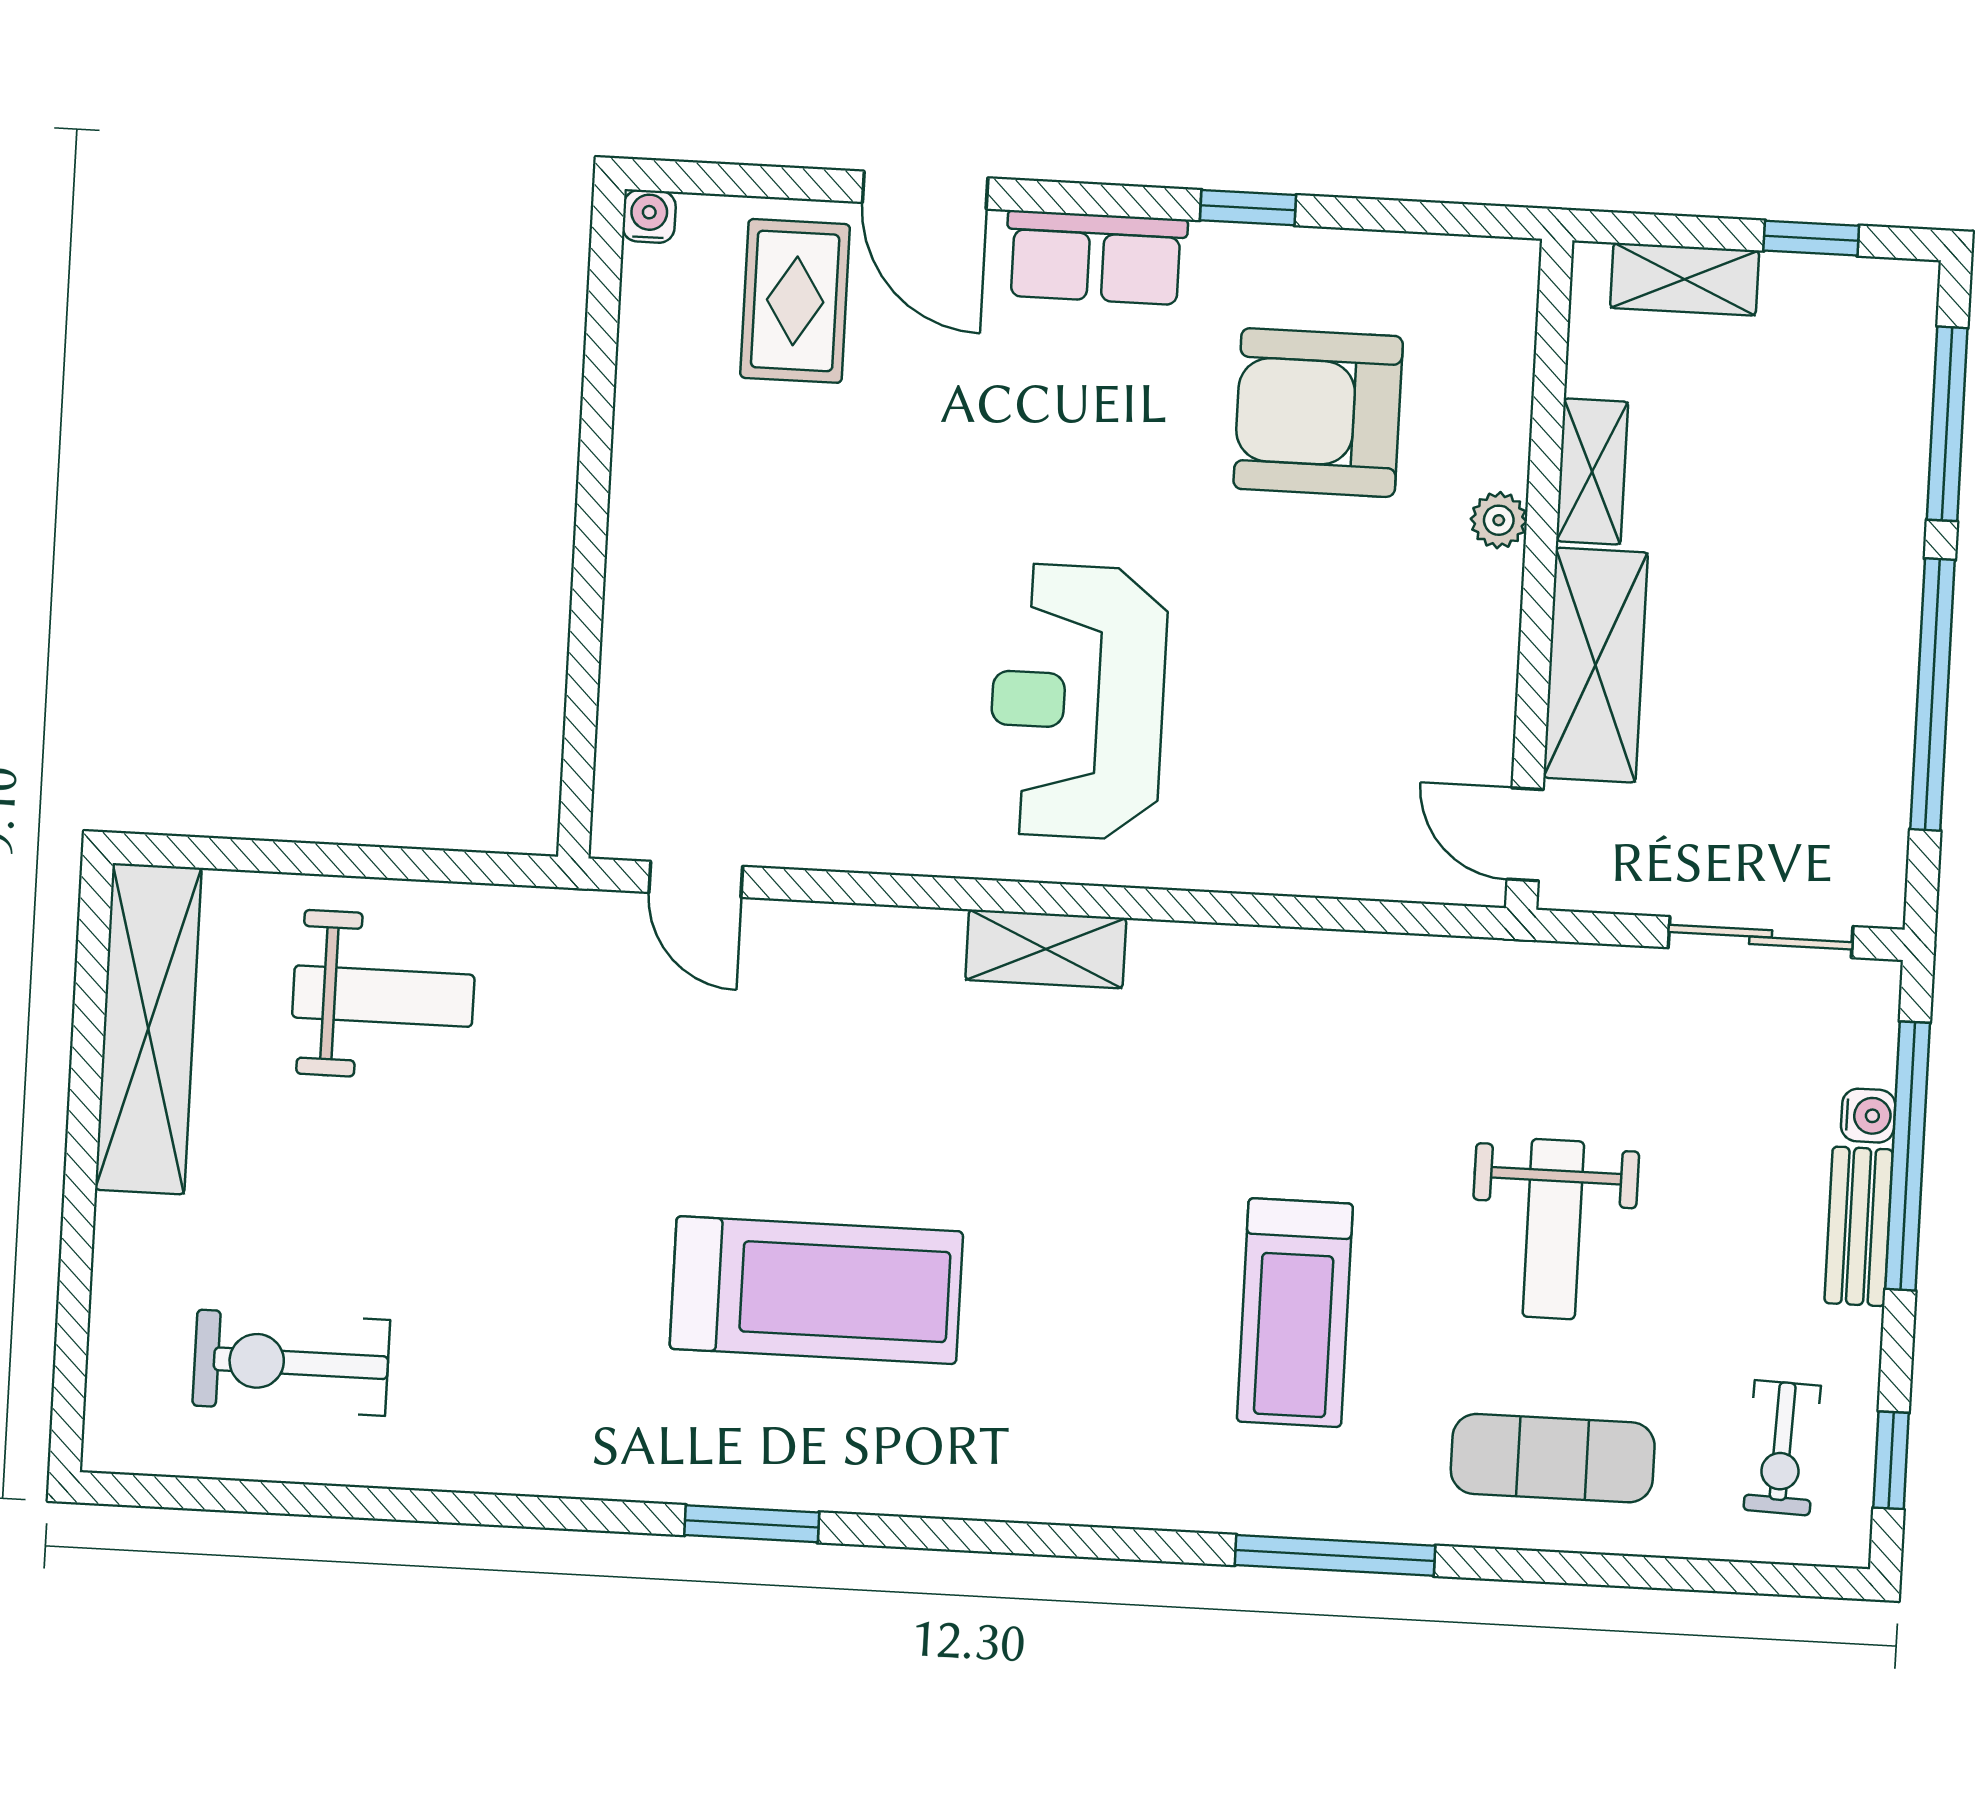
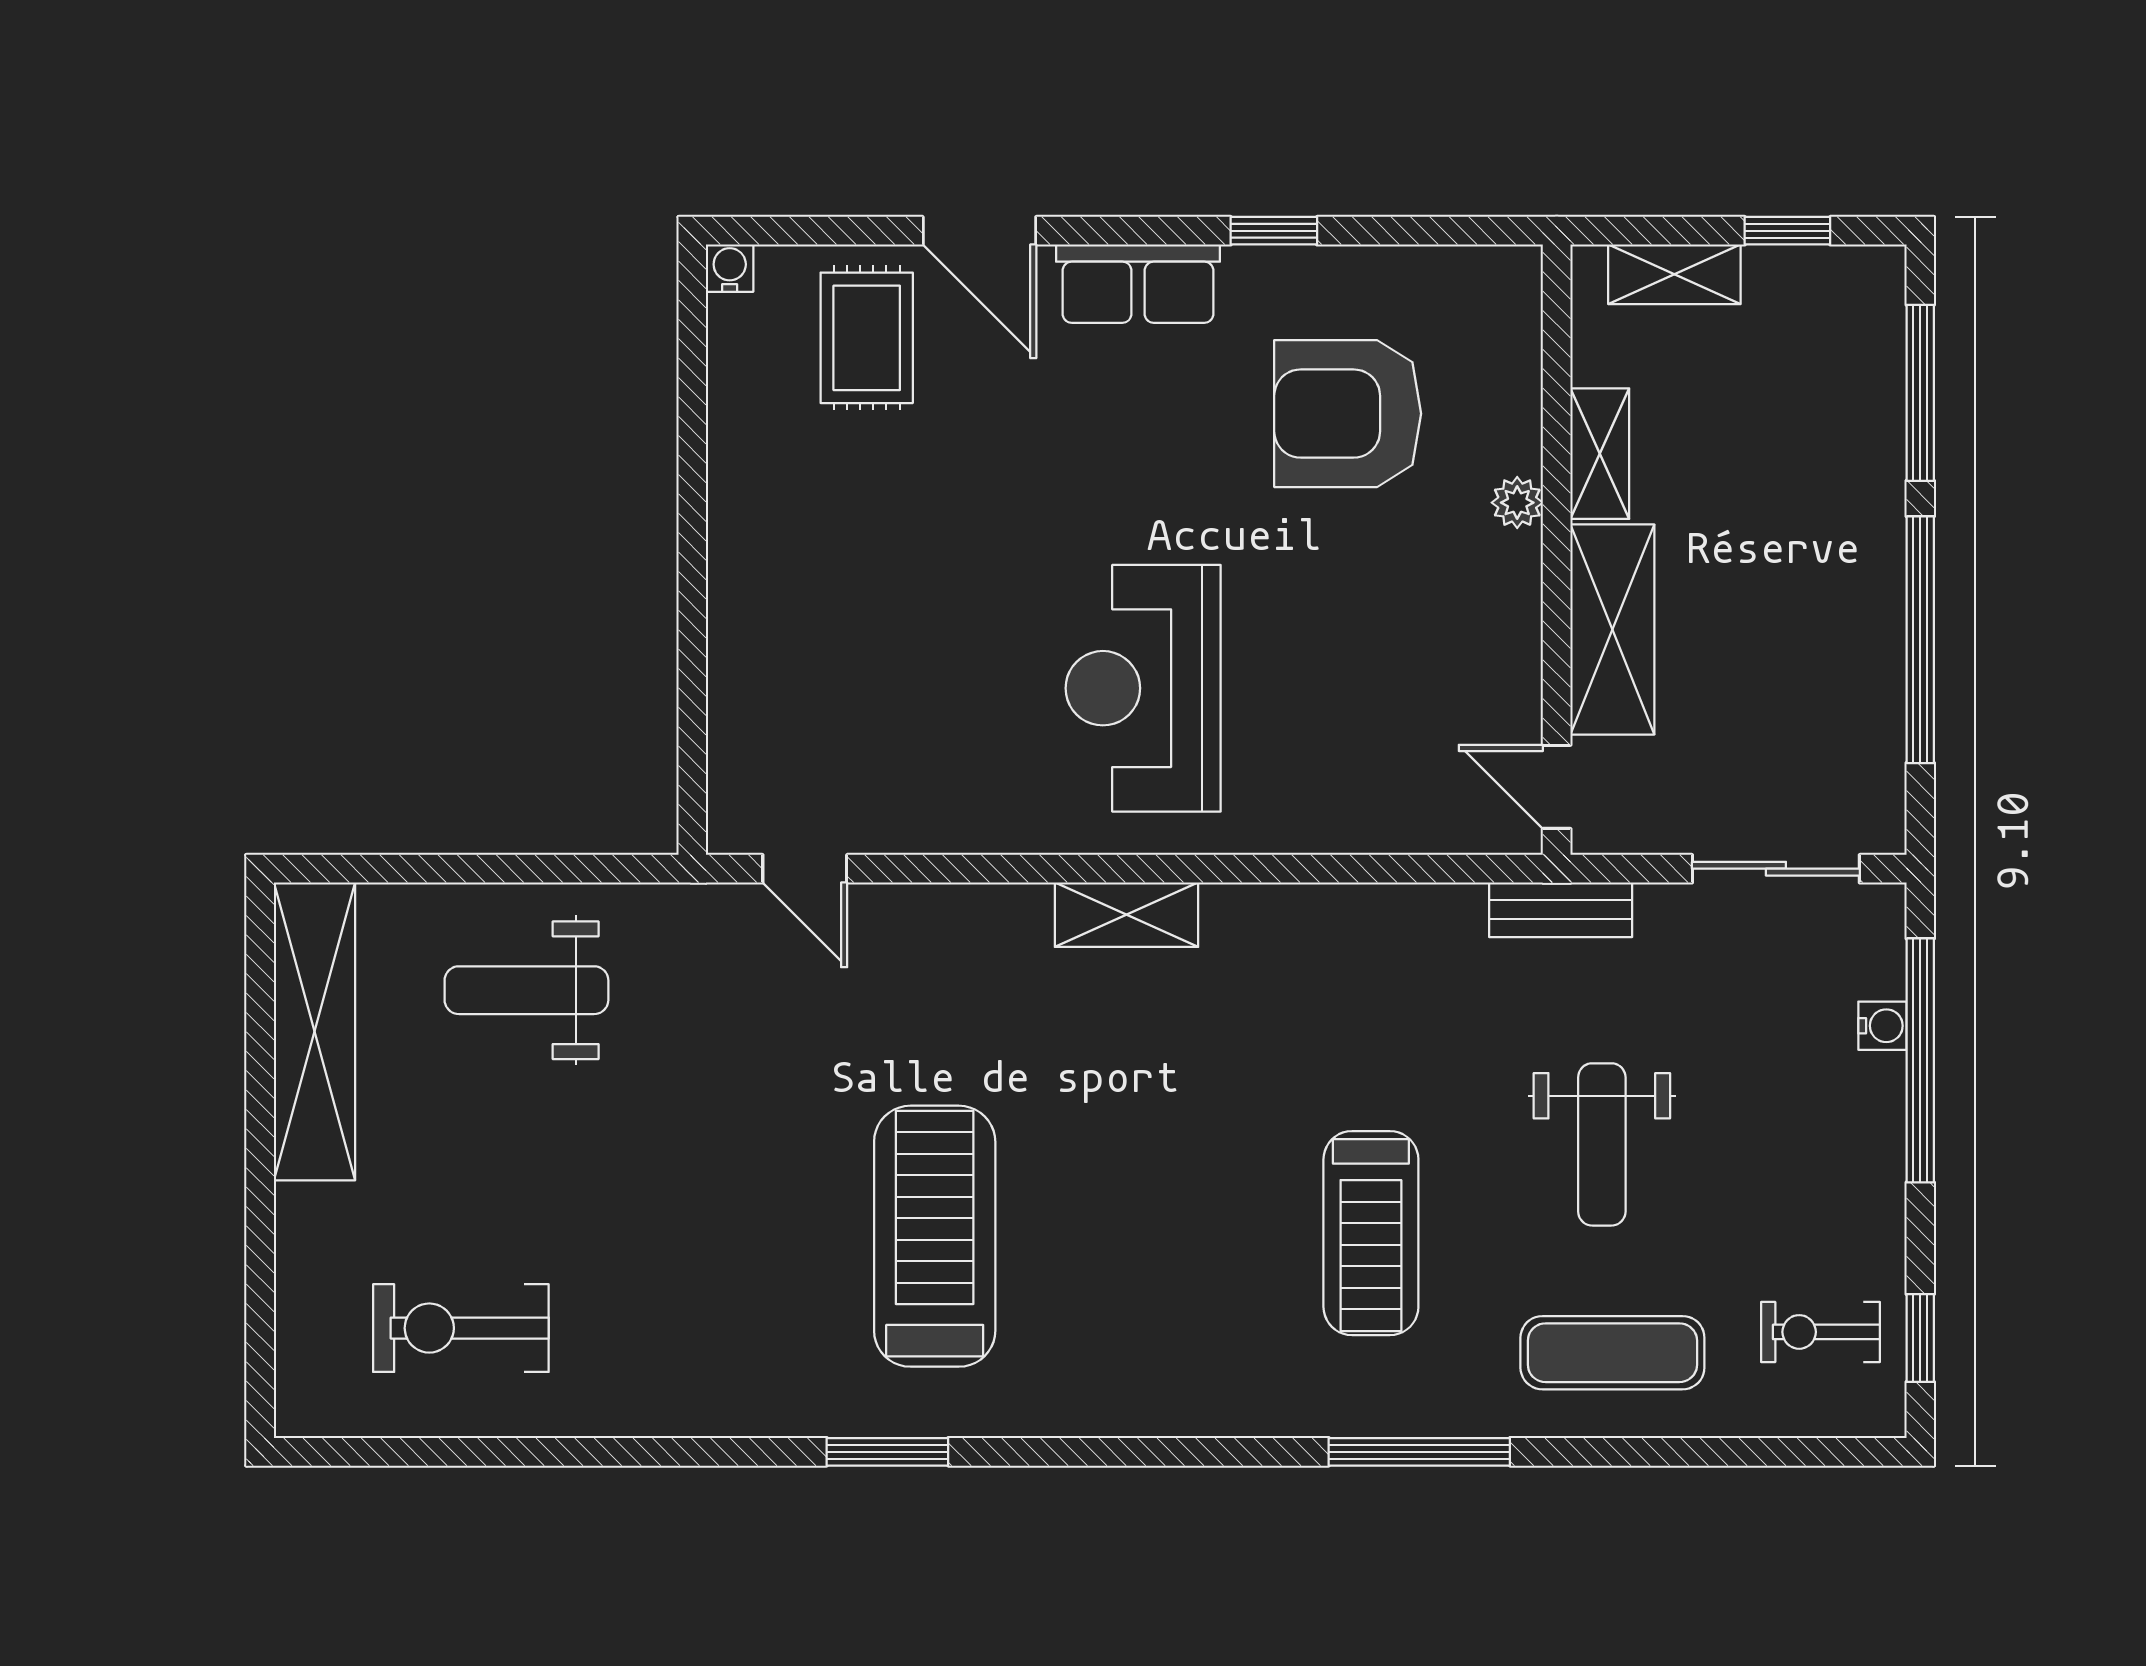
weight bench: (383, 996) -> (526, 990), turned 180
bench: (1859, 1226) -> (1561, 910), moved, turned 90
treadmill: (816, 1290) -> (935, 1236), turned -90
exercise bike: (1782, 1448) -> (1821, 1332), turned 88

